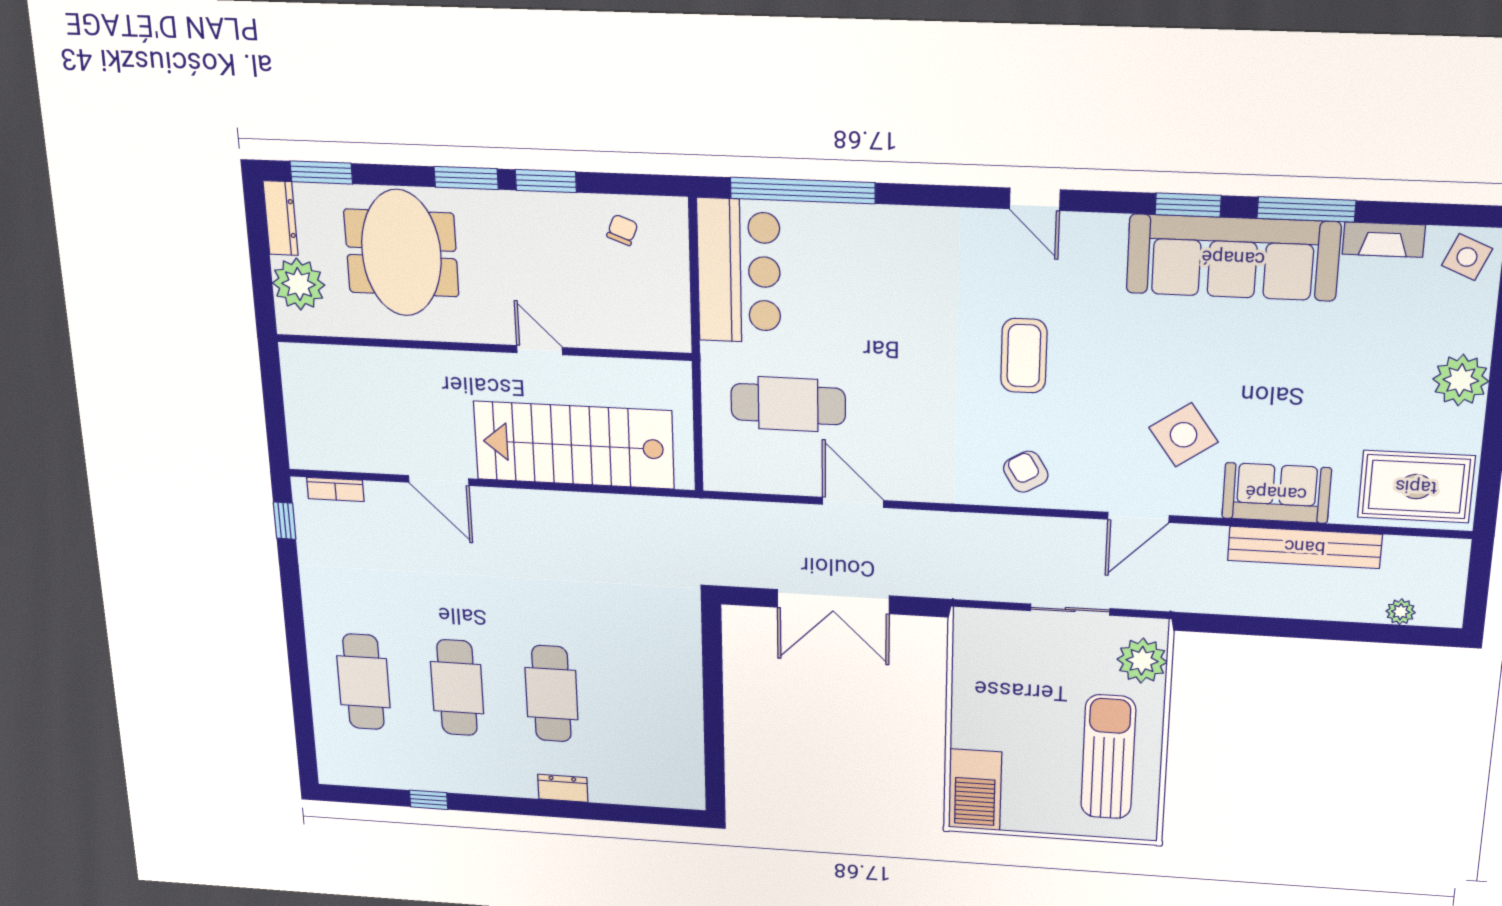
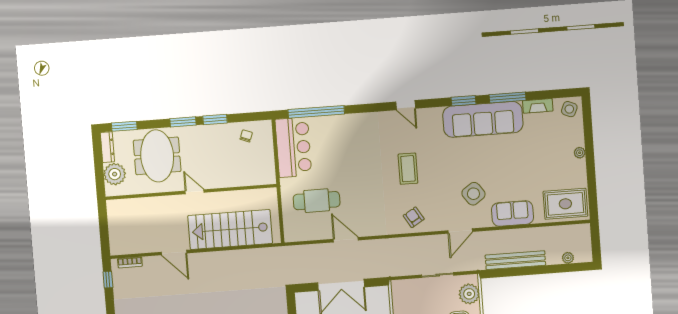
door: (540, 350) -> (195, 192), moved
plant: (1461, 380) -> (580, 153), width x0.53, depth x0.53
bench: (1305, 547) -> (515, 260), moved

